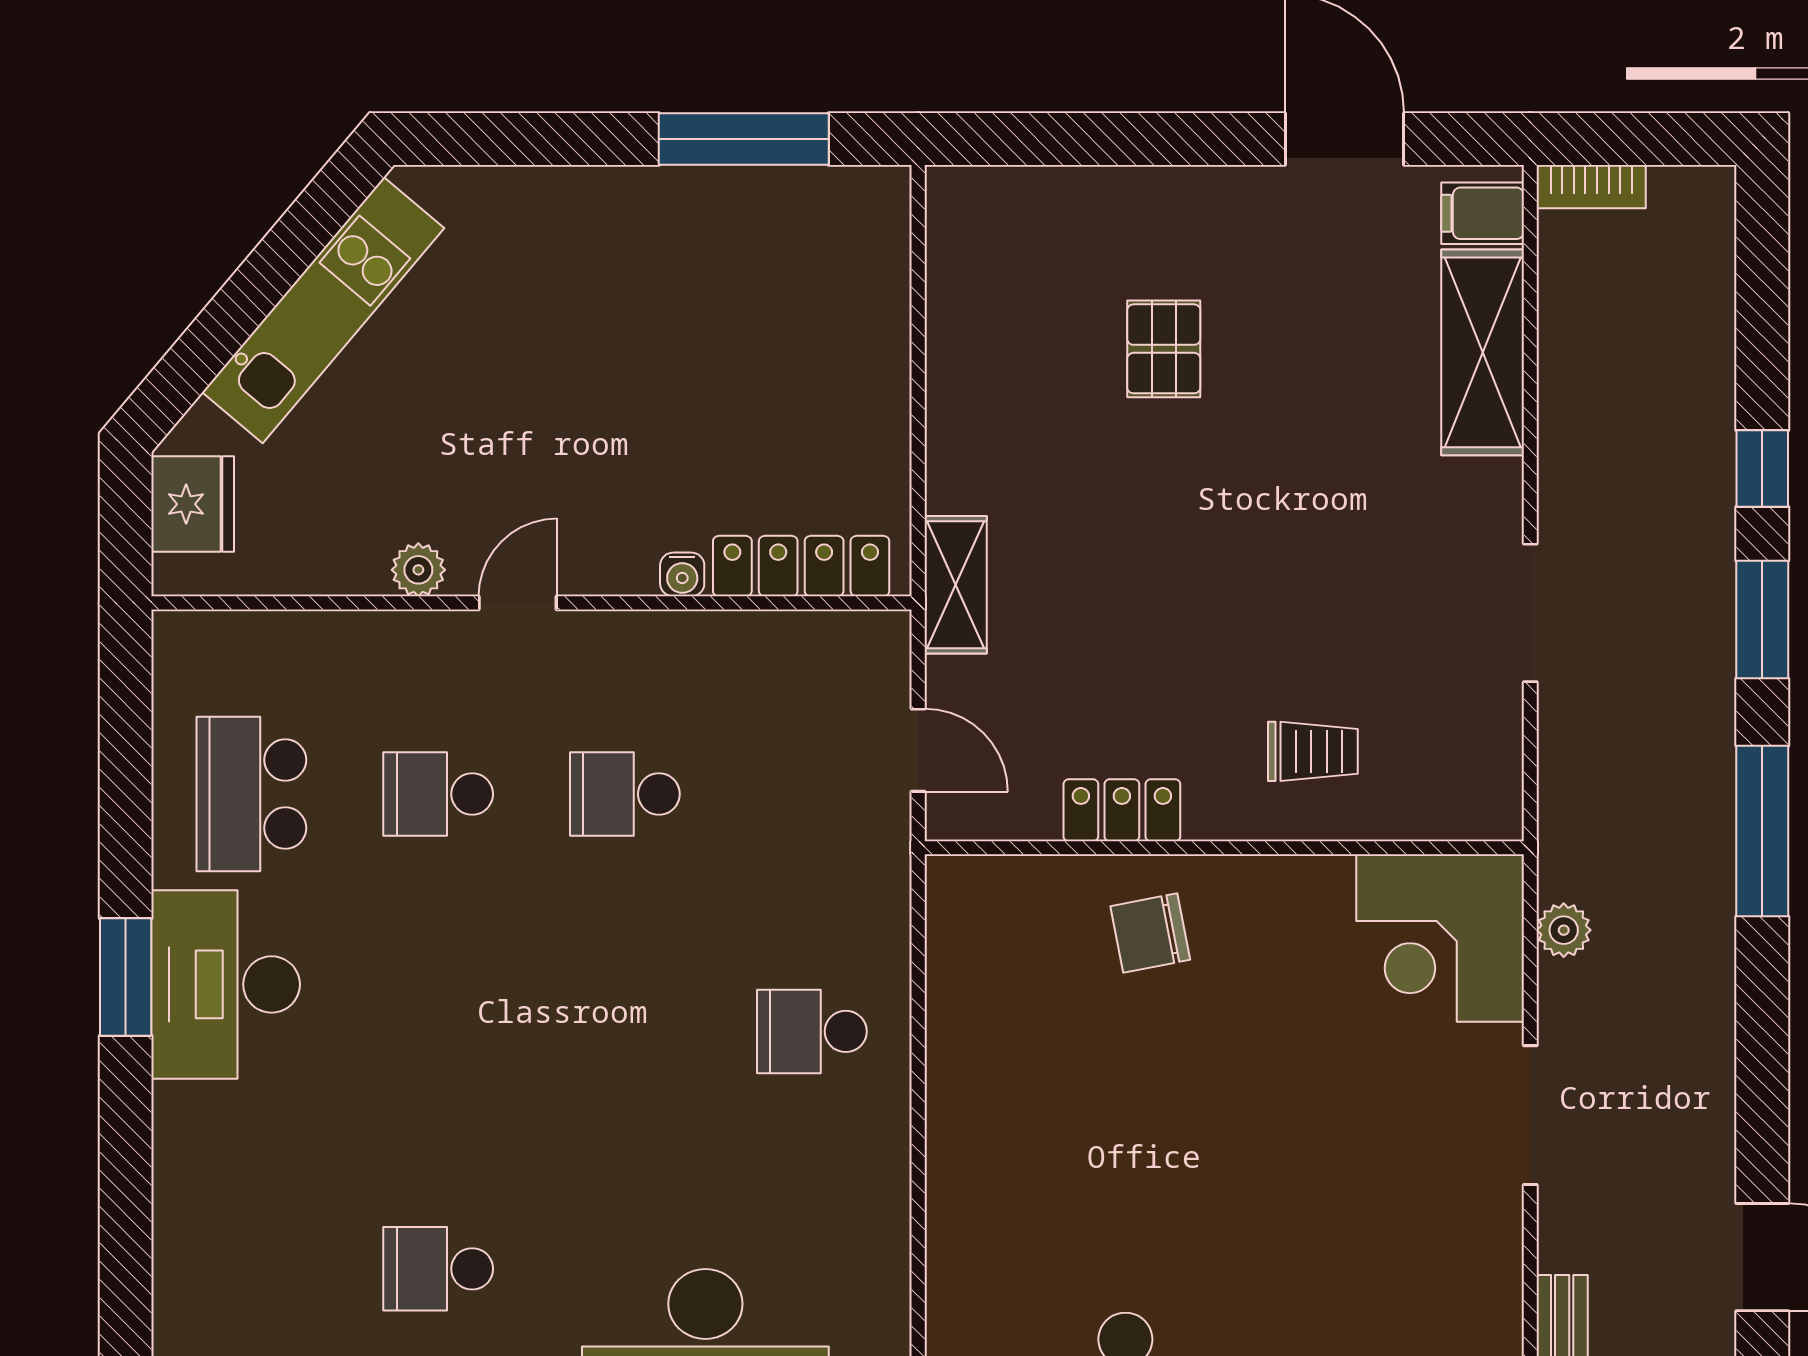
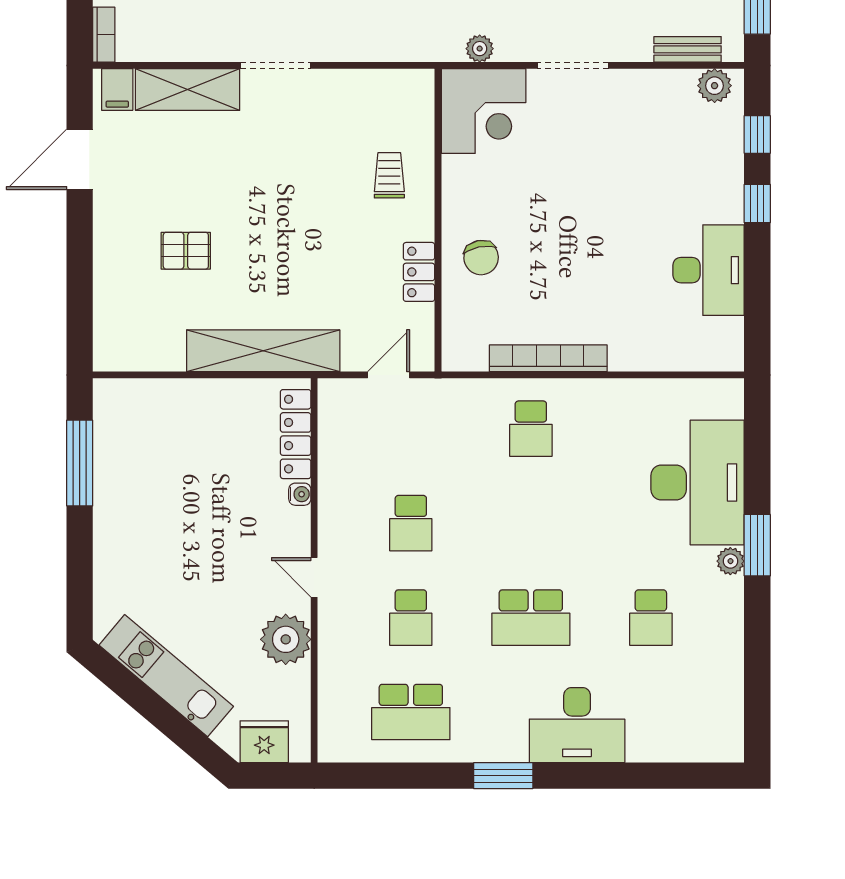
plant: (418, 570) -> (286, 639), width x1.87, depth x1.87
shelving: (956, 585) -> (263, 351), width x2.20, depth x1.33
doorway: (1530, 613) -> (275, 65), moved
desk: (226, 984) -> (577, 725), moved
school desk: (438, 1031) -> (531, 618), added
bookcase: (951, 1066) -> (548, 358), added

